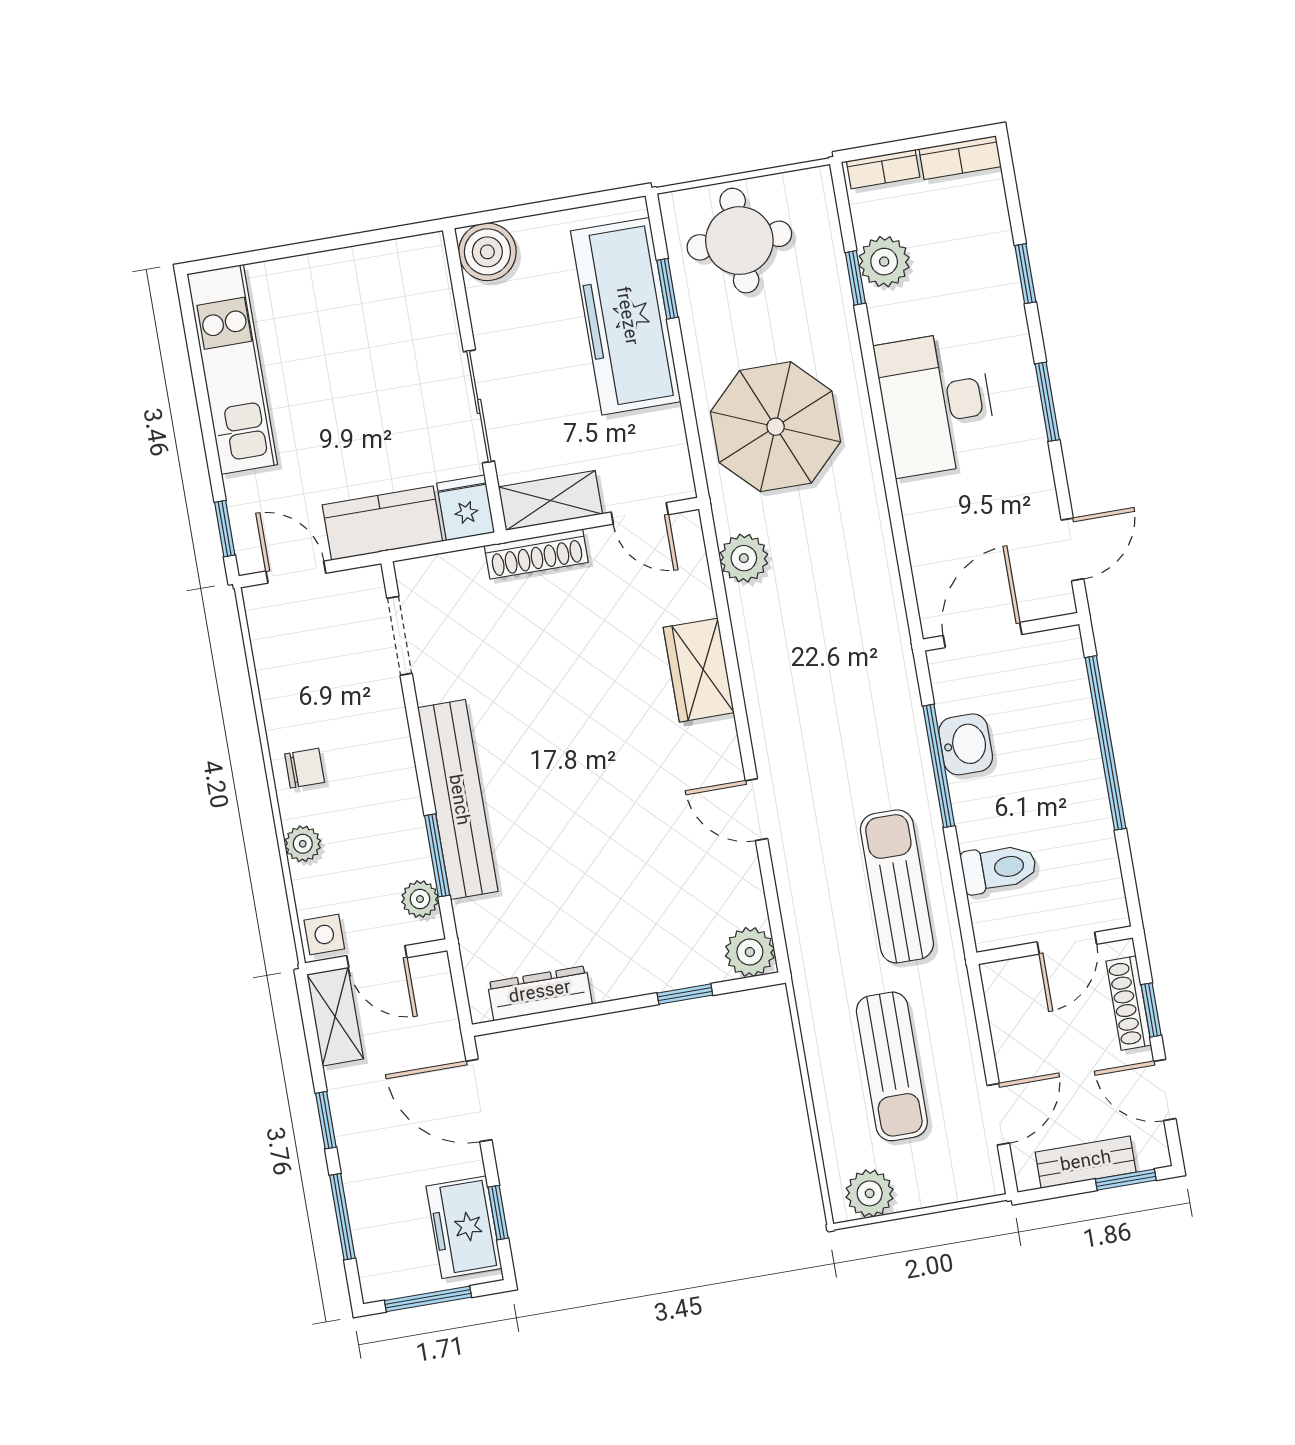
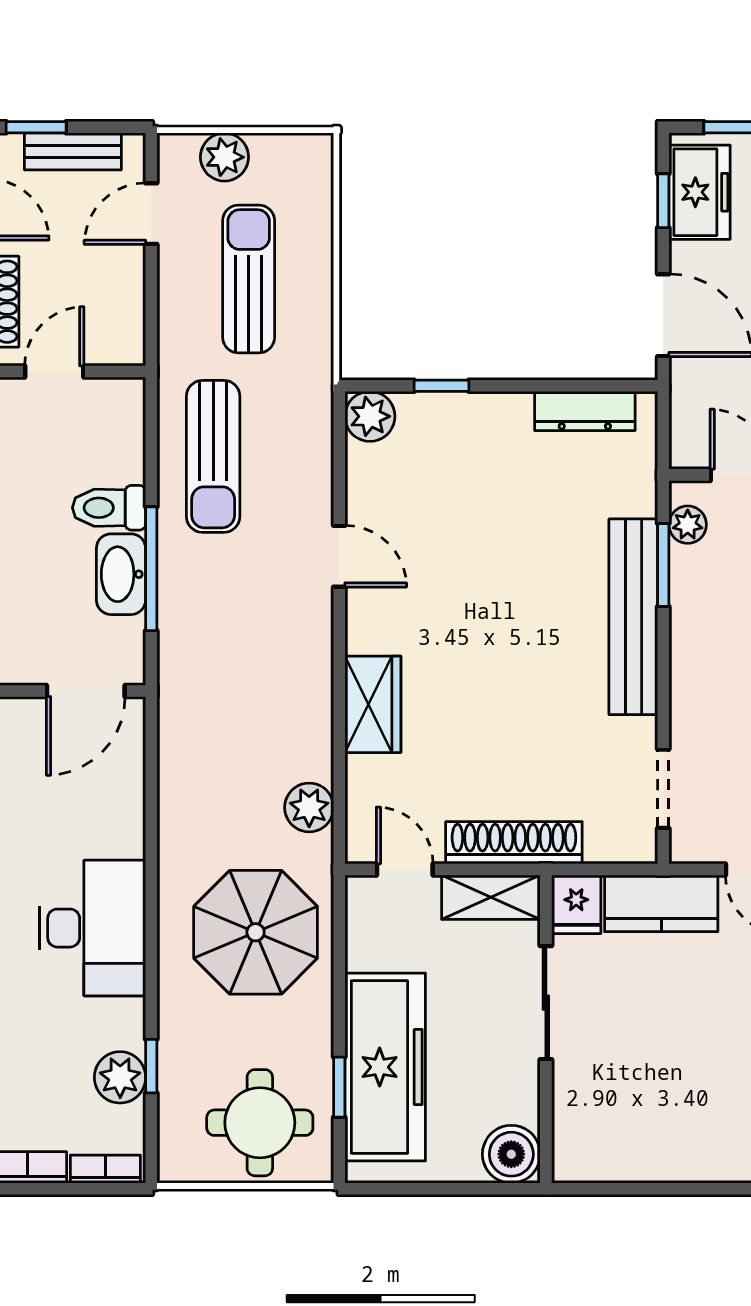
shoe rack: (536, 554) -> (514, 843), width x1.36, depth x1.24
washbasin: (966, 744) -> (121, 574), width x1.38
toilet: (999, 868) -> (109, 508), moved
plant: (870, 1193) -> (224, 157), moved

